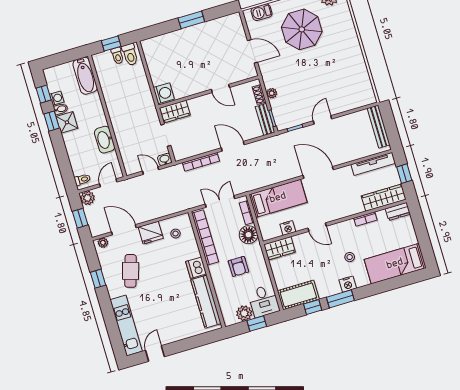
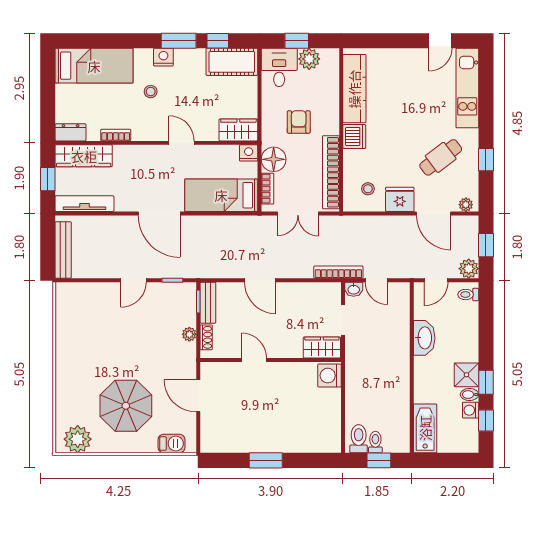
bookcase: (201, 162) -> (338, 272), moved
nightstand: (288, 228) -> (249, 153), moved
cafe table: (131, 271) -> (441, 157), turned 36

